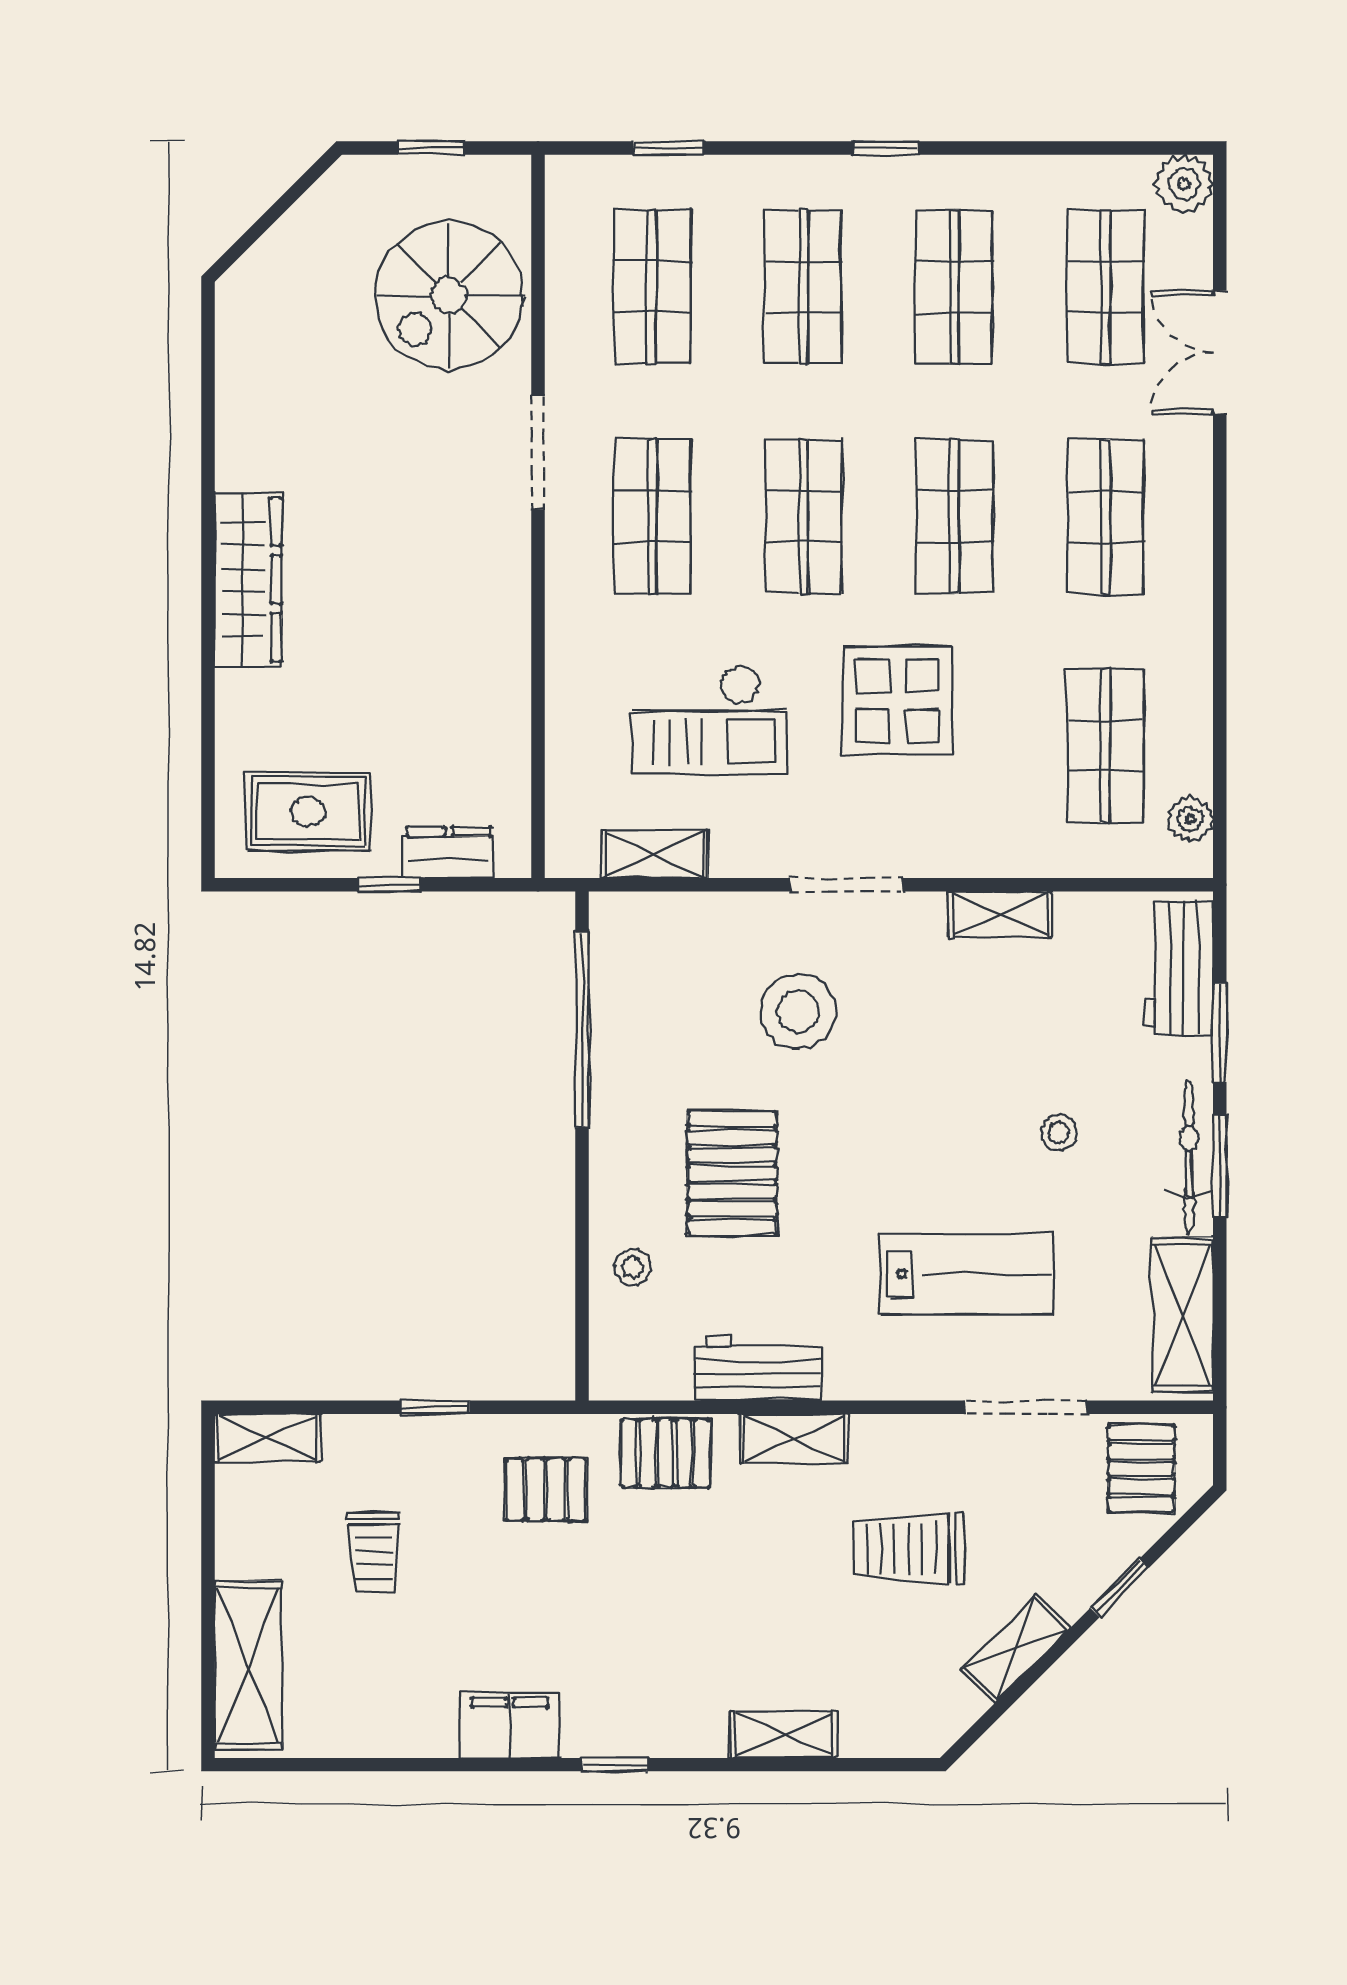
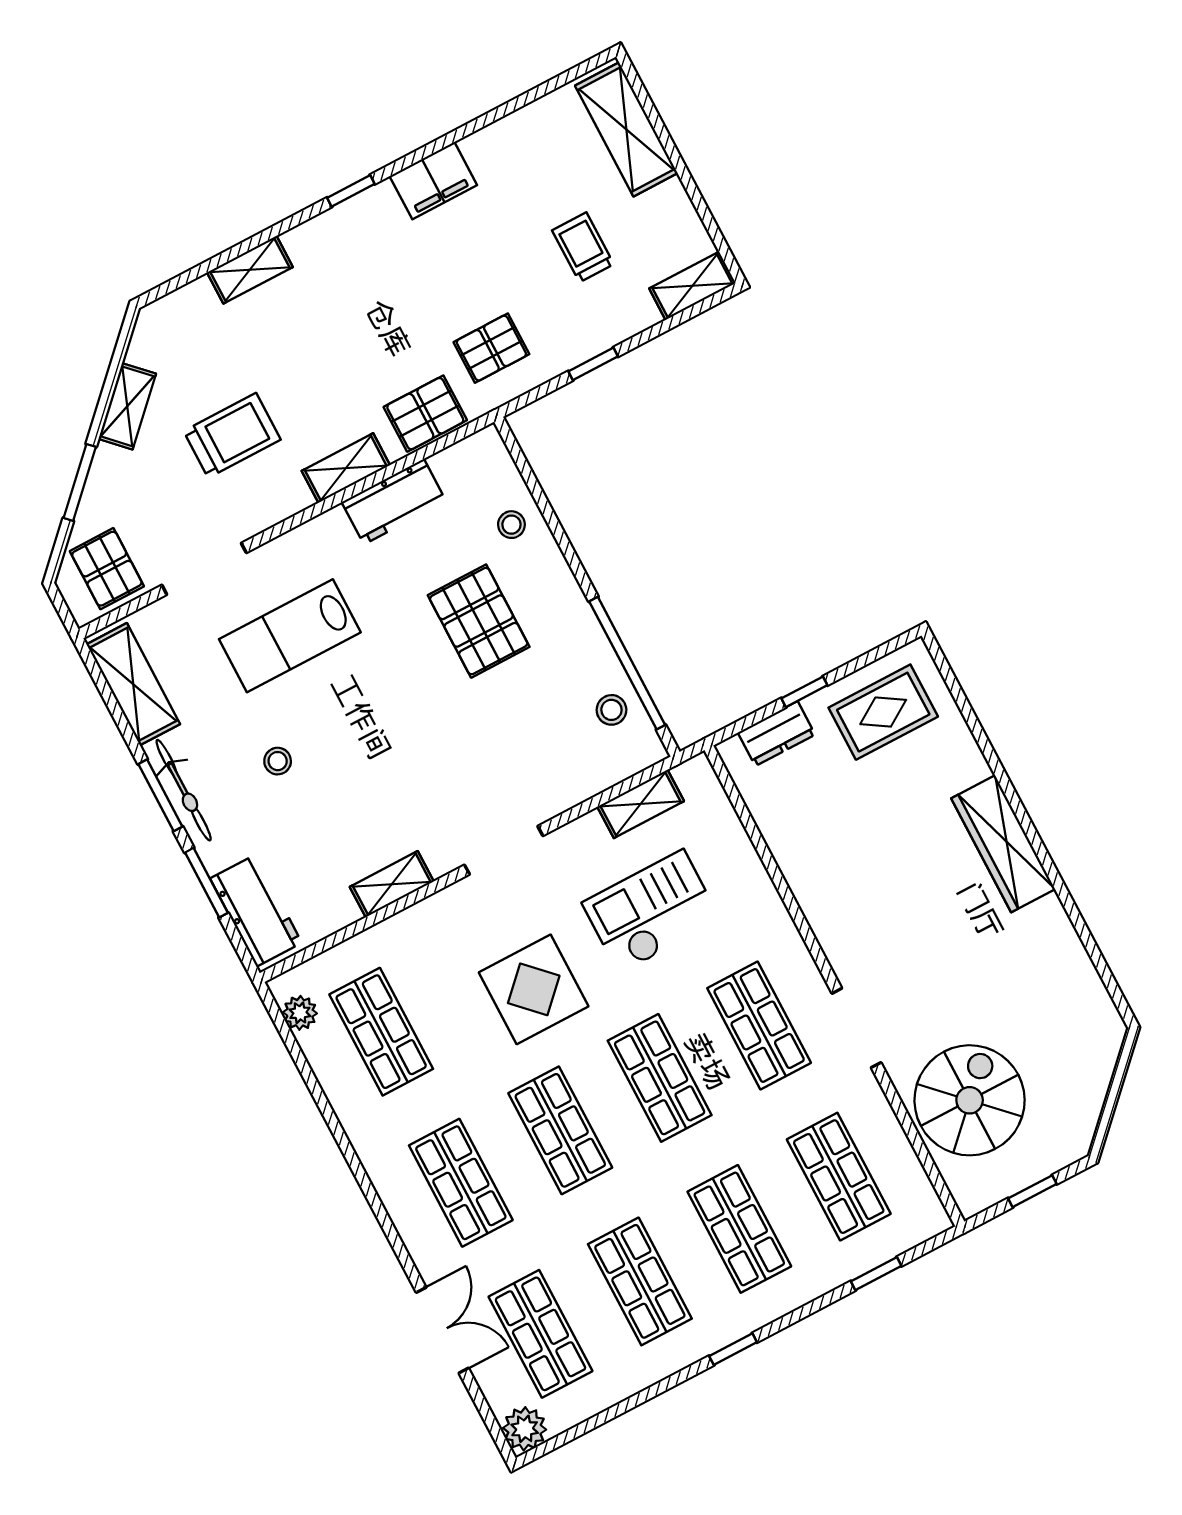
stool: (798, 1011) -> (611, 710), moved, width x0.53, depth x0.53
window: (1120, 1588) -> (80, 482), width x1.50

